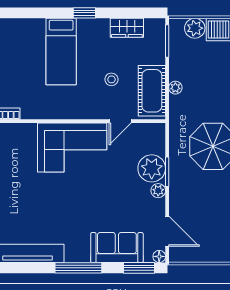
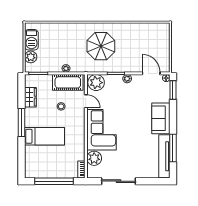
window: (84, 13) -> (22, 122), width x2.17
plant: (24, 135) -> (94, 158), added
plant: (152, 168) -> (96, 83), moved
door: (167, 231) -> (151, 73), hinge flipped
sofa: (117, 248) -> (161, 118), moved
window: (78, 268) -> (173, 148), moved

